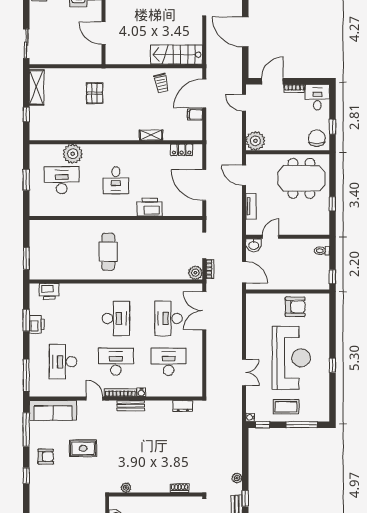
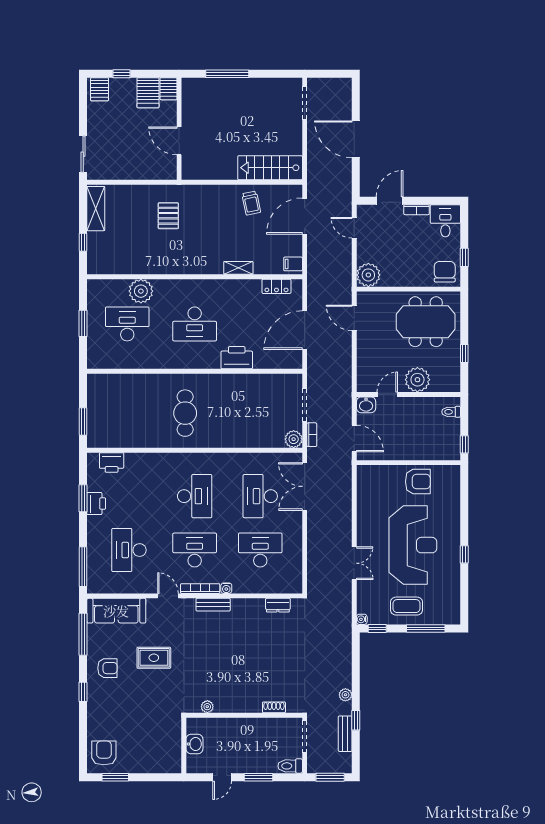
filing cabinet: (195, 115) -> (293, 264), moved
desk: (116, 180) -> (195, 324), width x1.37
door: (204, 185) -> (305, 330), hinge flipped
tv unit: (251, 206) -> (363, 356), removed
plant: (295, 225) -> (417, 380), added

